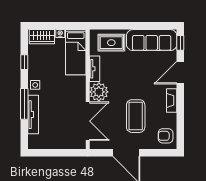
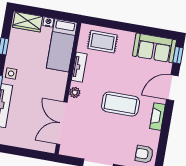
sofa: (152, 40) -> (154, 48), width x0.73
plant: (99, 92) -> (75, 92), width x0.53, depth x0.53
coffee table: (136, 116) -> (121, 104), moved, turned 90
double door: (88, 121) -> (62, 123), swing flipped

